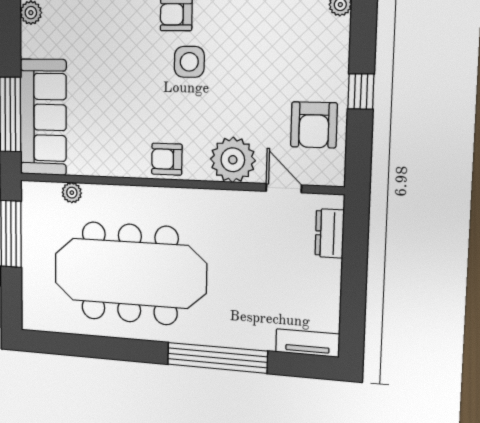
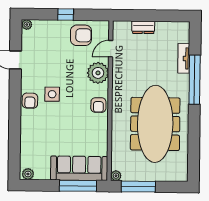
plant: (72, 193) -> (116, 176), moved
dresser: (330, 233) -> (143, 27), moved
tv unit: (307, 343) -> (184, 58), moved

